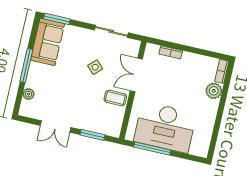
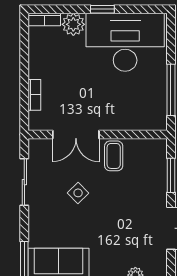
window: (220, 114) -> (102, 9), added
desk: (165, 127) -> (125, 42), moved, turned -90

